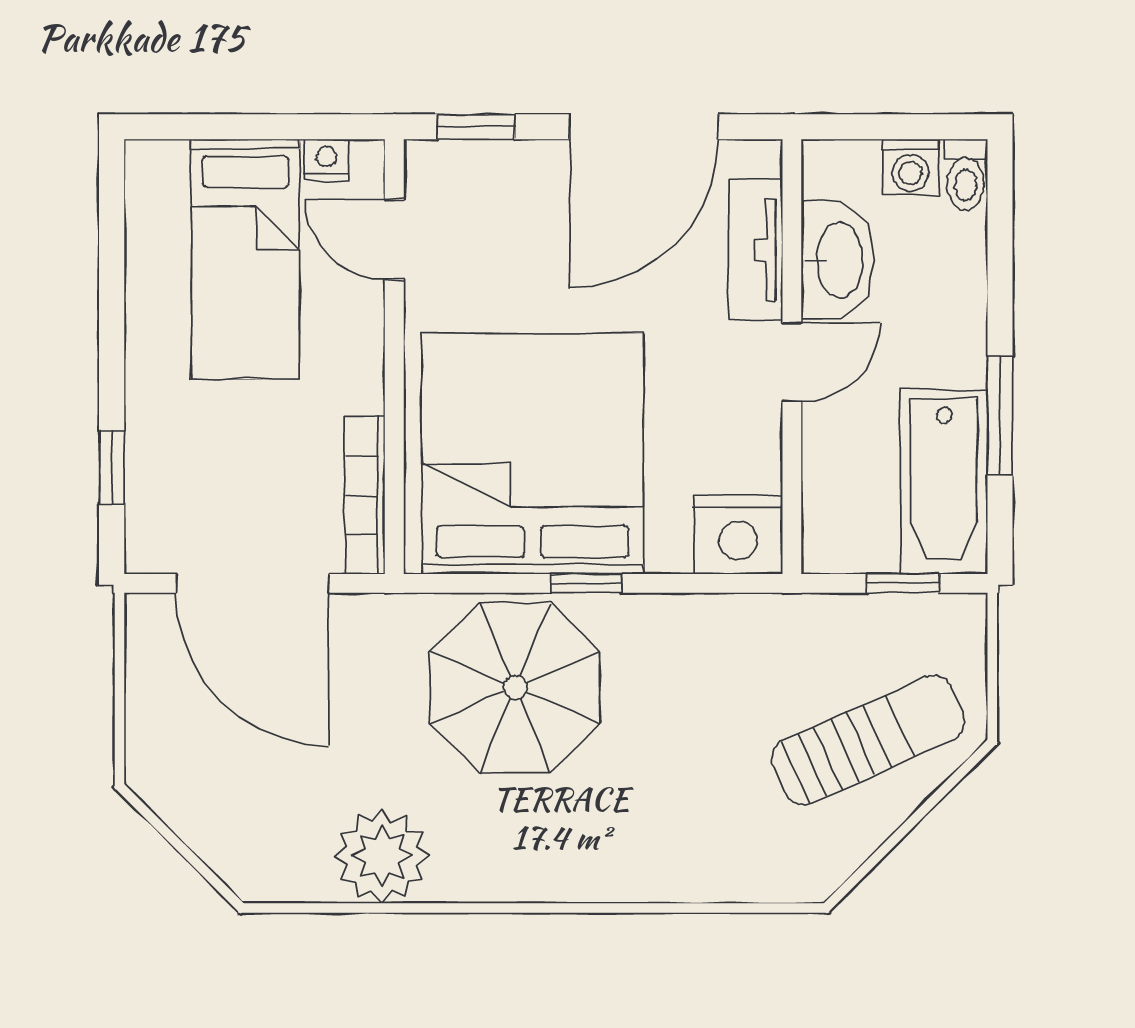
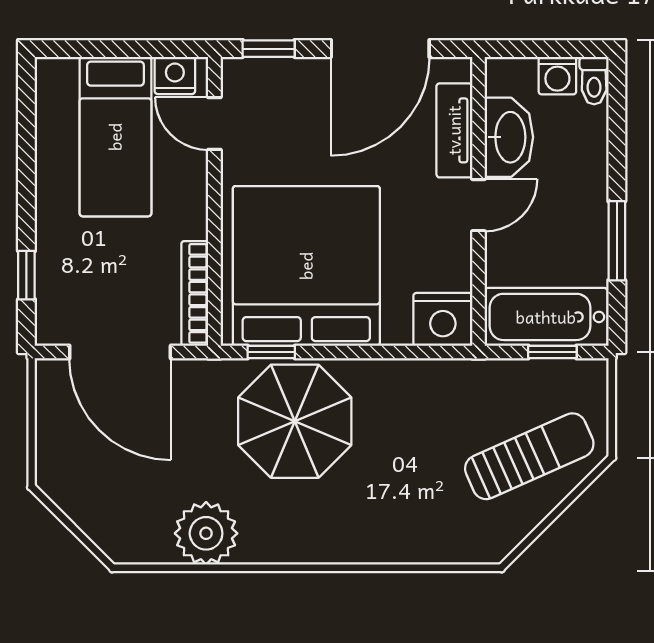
nightstand: (326, 160) -> (175, 75), width x1.39, depth x1.35
bathtub: (944, 482) -> (546, 317), moved, turned 90
window: (586, 583) -> (271, 352), moved

